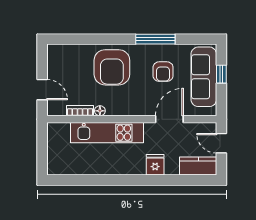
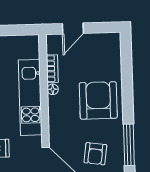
armchair: (112, 67) -> (98, 100), turned 90
armchair: (163, 72) -> (95, 154), turned -82

